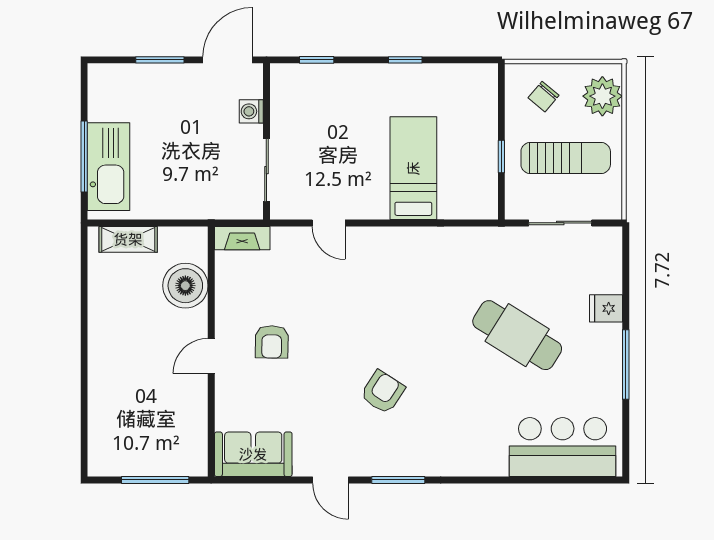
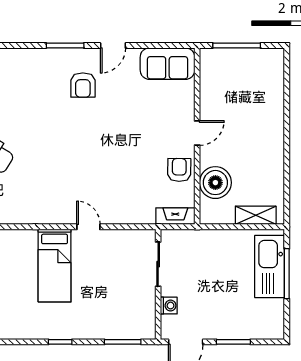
window: (317, 60) -> (123, 342), width x1.50
door: (329, 223) -> (88, 227), moved
armchair: (272, 342) -> (179, 170), moved
armchair: (383, 392) -> (83, 85), moved, turned -33
door: (330, 480) -> (113, 45), swing flipped

